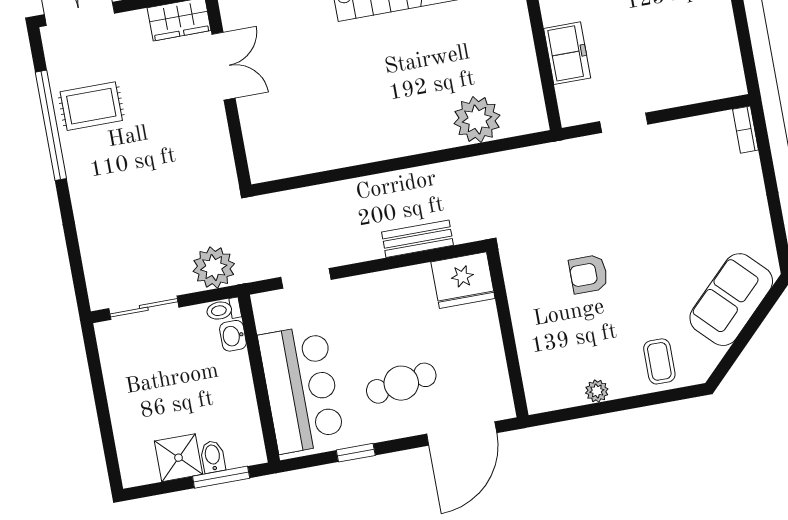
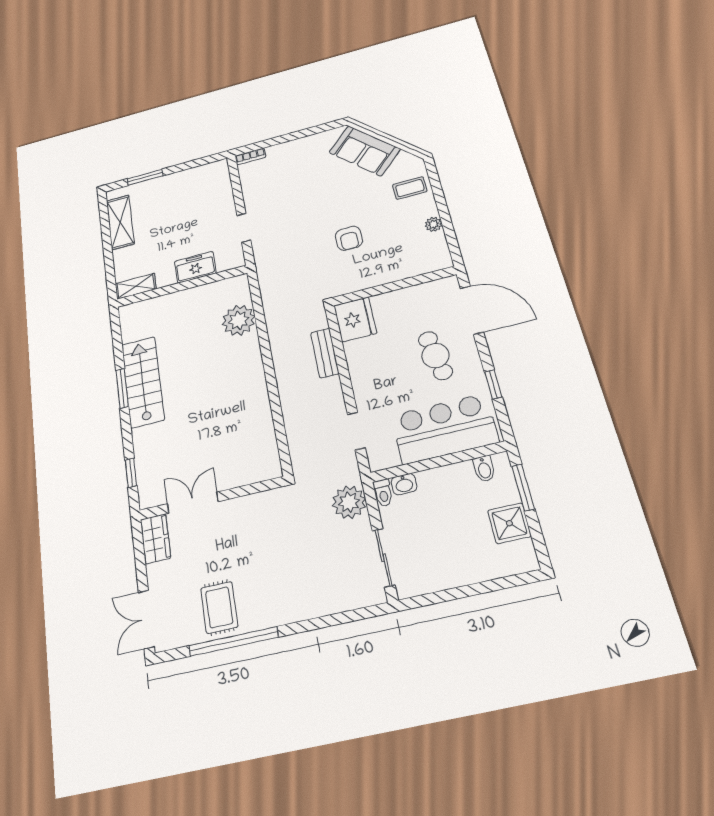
bidet: (213, 457) -> (484, 469), moved, turned -90

